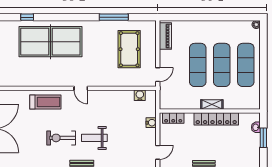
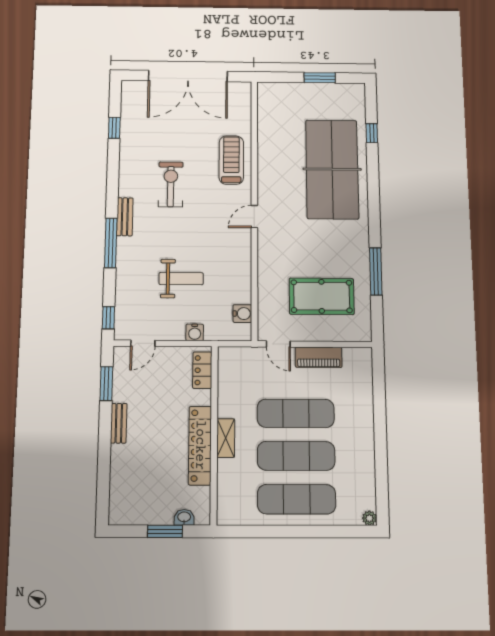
piano: (165, 36) -> (319, 357), moved
treadmill: (45, 102) -> (231, 160), turned 180
weight bench: (94, 138) -> (181, 279), moved, turned 90
door: (158, 152) -> (143, 343), hinge flipped

